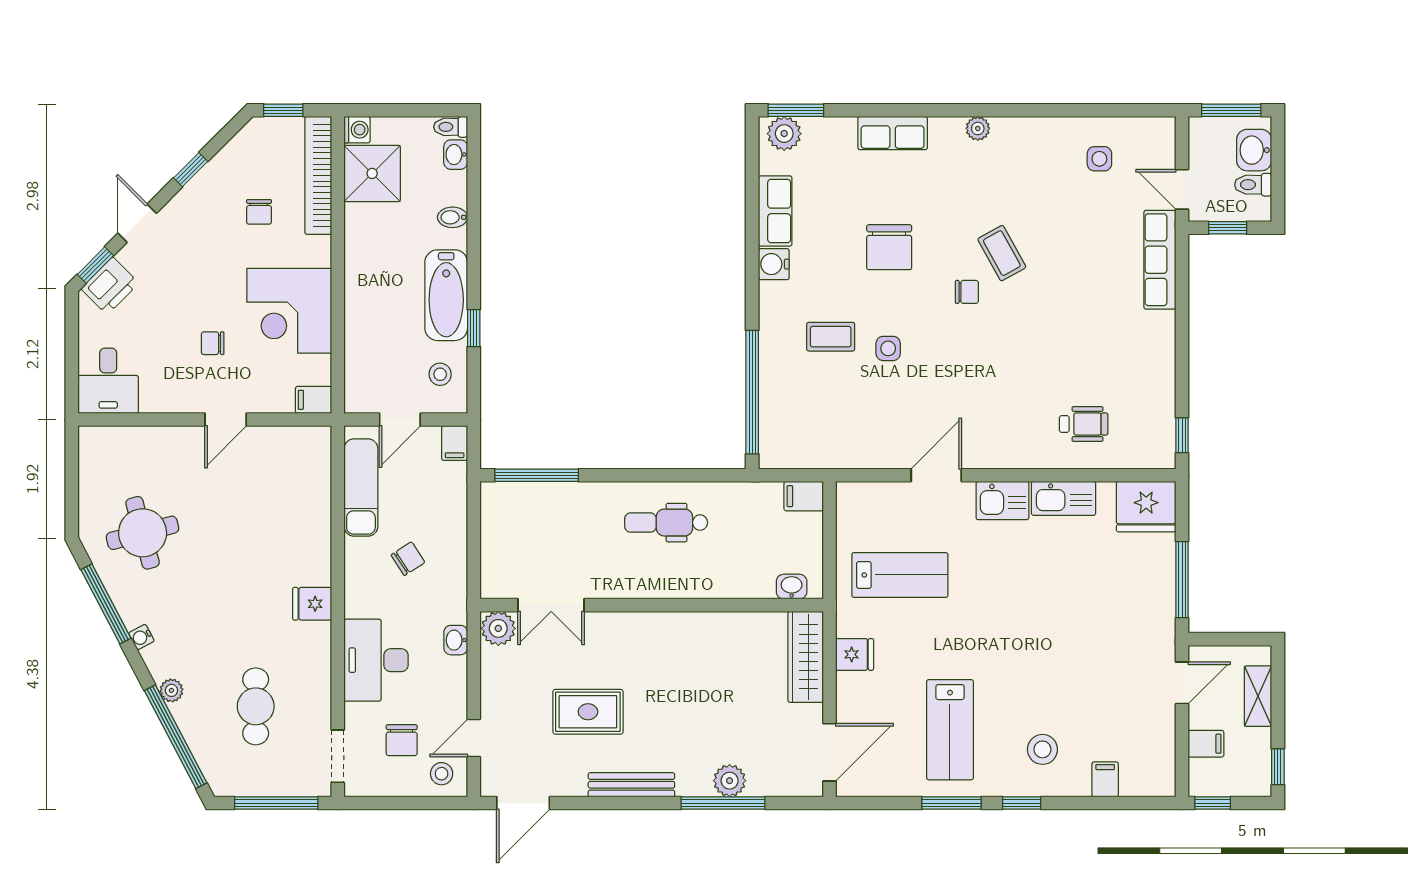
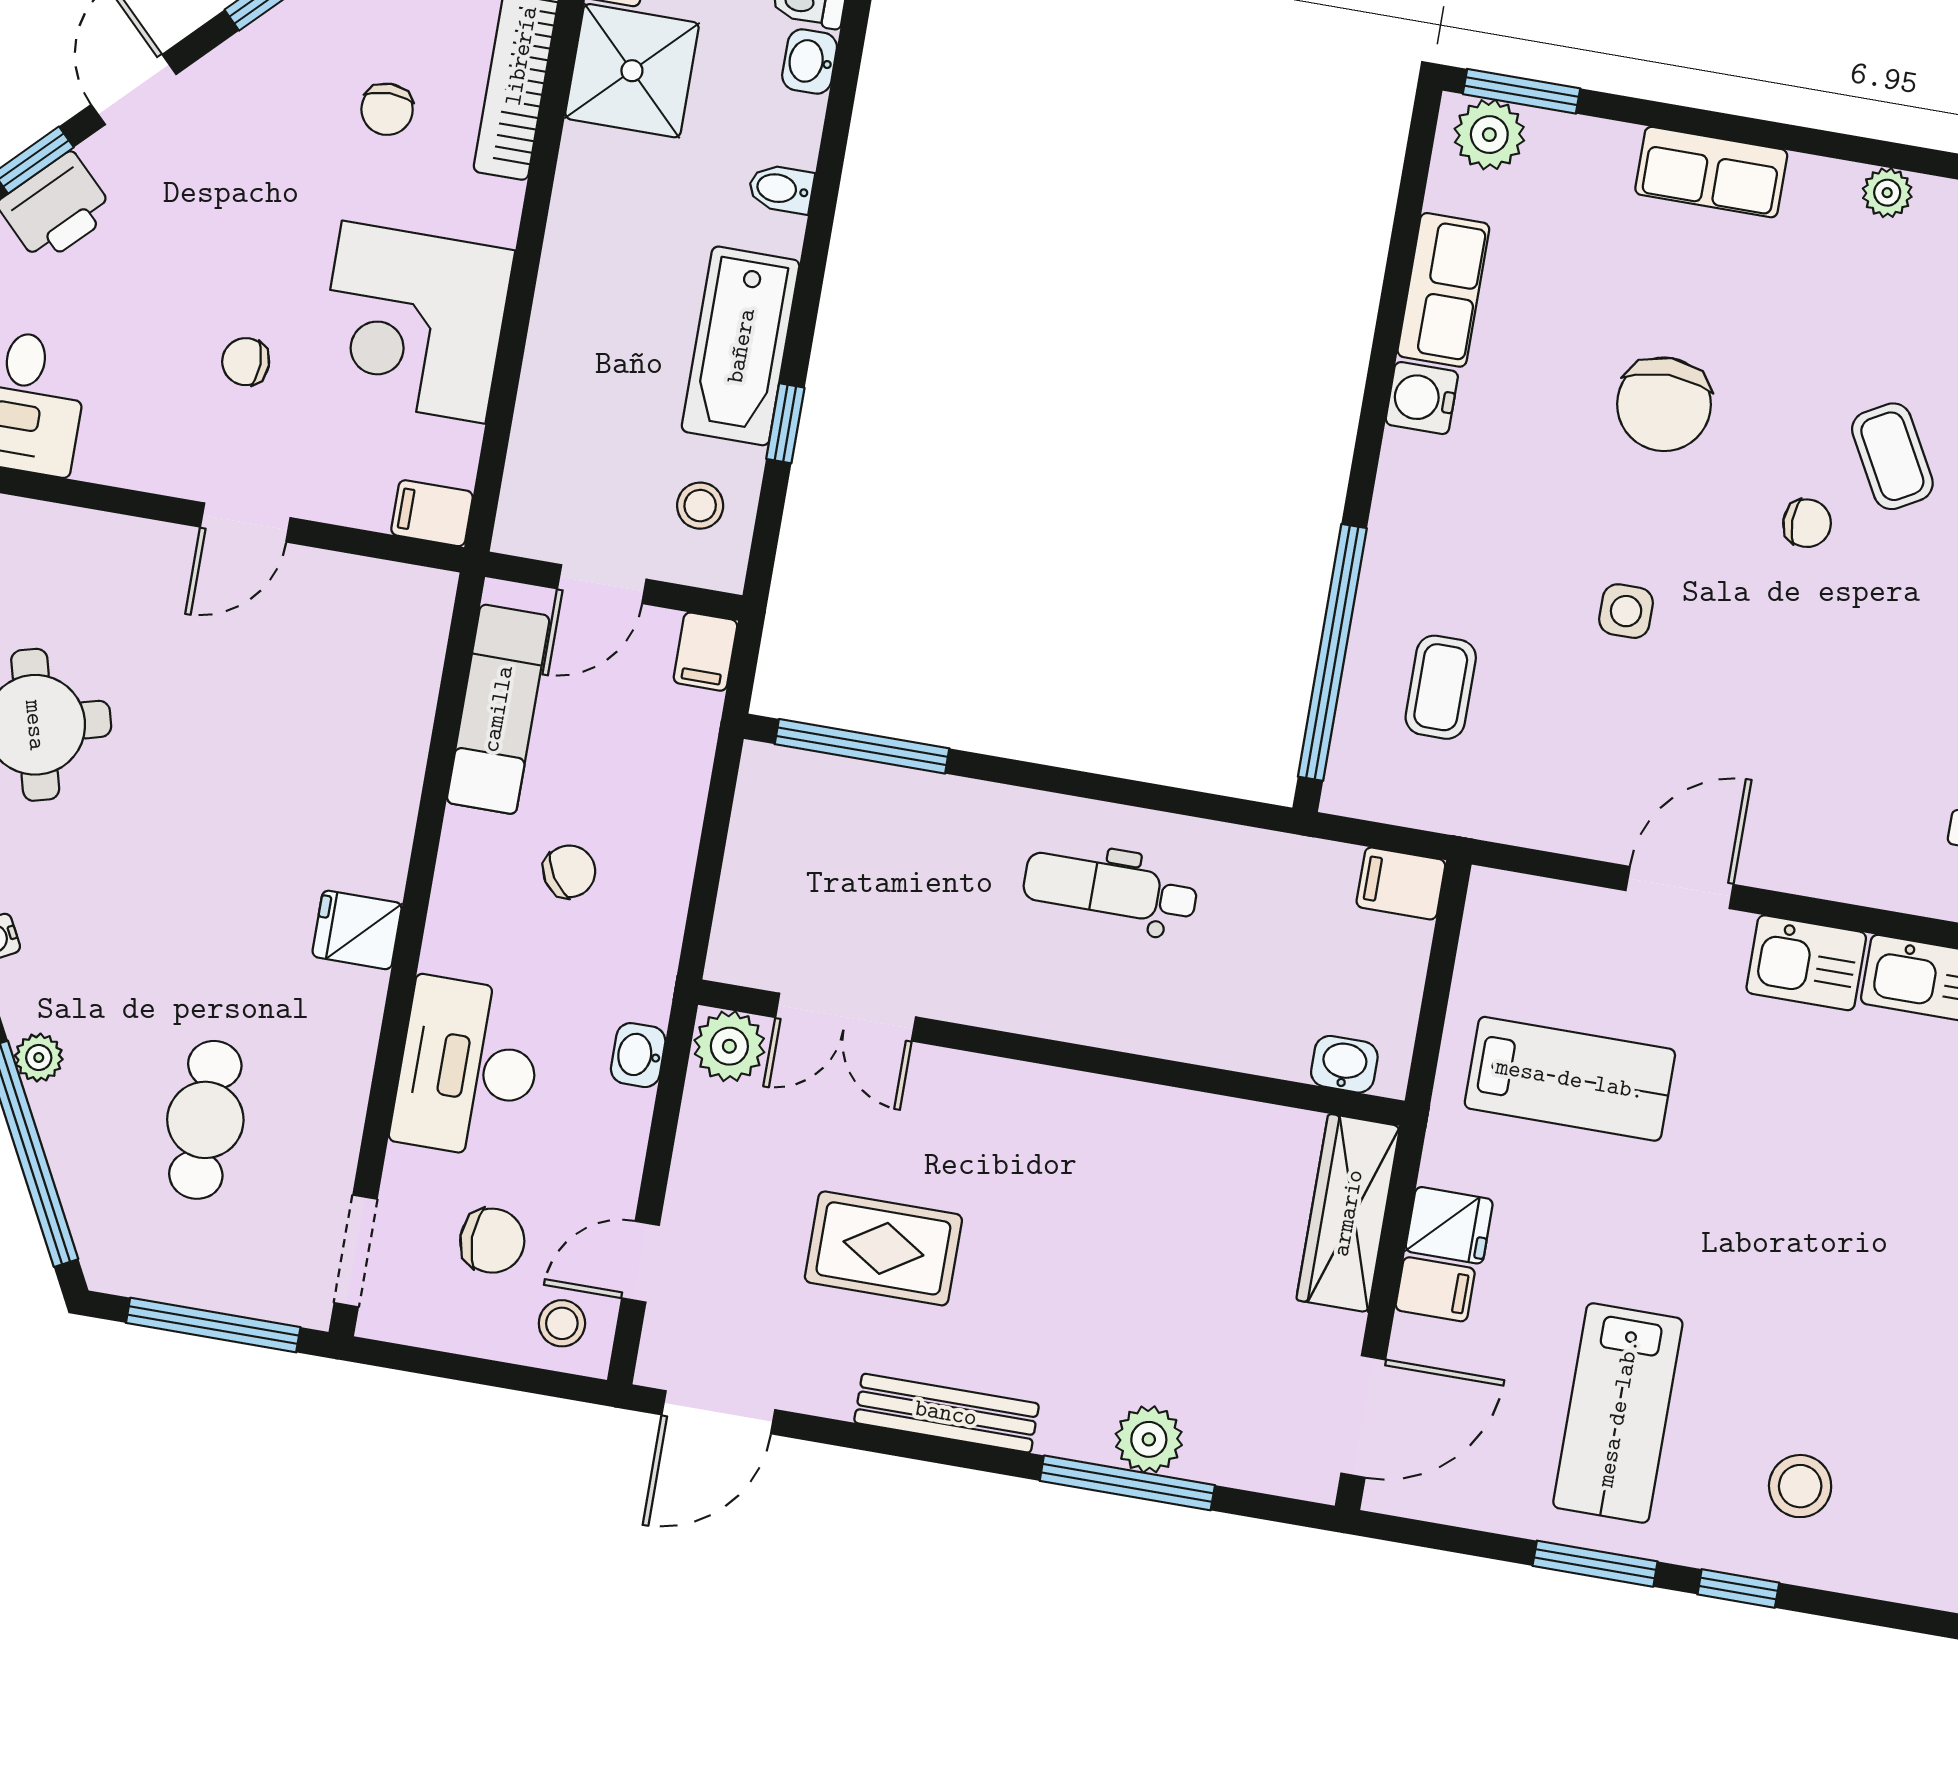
coffee table: (831, 337) -> (1441, 687), moved, turned 90
chair: (402, 740) -> (492, 1241), turned -90
filing cabinet: (1105, 779) -> (1435, 1289), moved, turned 90

